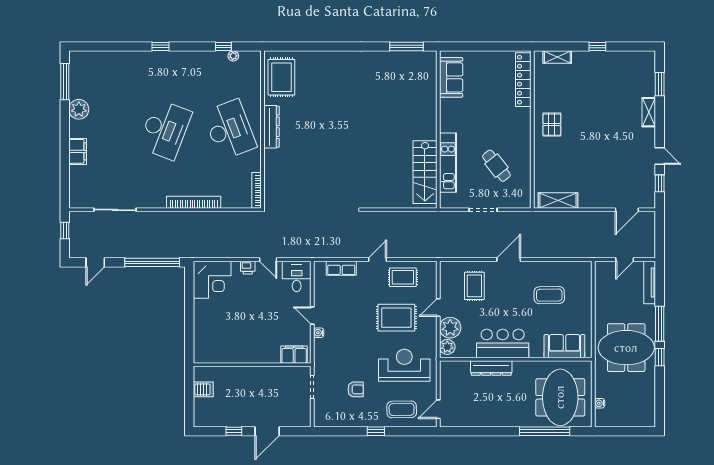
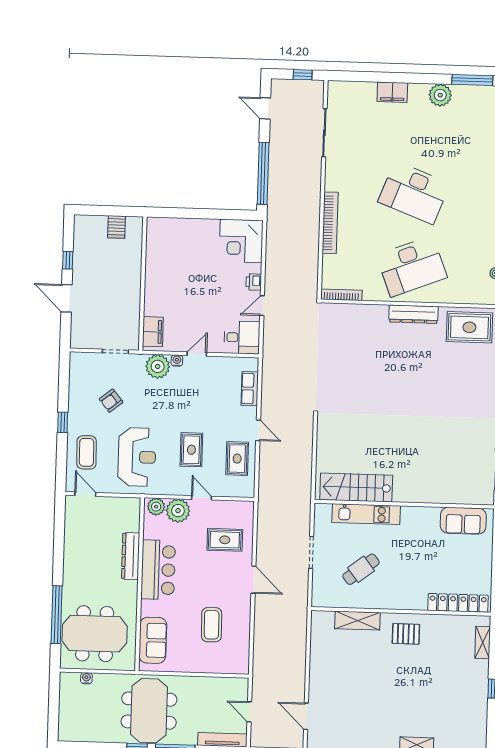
shelving: (558, 201) -> (357, 621), moved, turned 90
rug: (396, 318) -> (191, 450), width x0.73, depth x0.70
plant: (324, 349) -> (158, 366), added
armchair: (356, 389) -> (111, 401), turned 51

